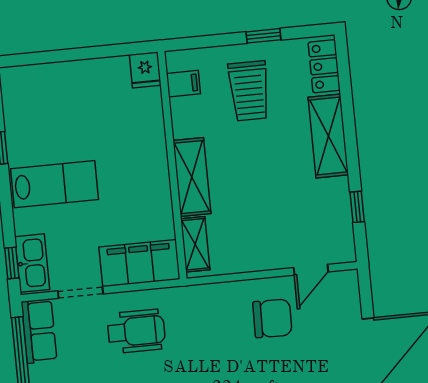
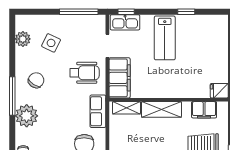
filing cabinet: (183, 84) -> (204, 110), width x2.00
row of seats: (39, 331) -> (98, 111), moved, turned 90
wheelchair: (136, 331) -> (84, 73), turned -90

